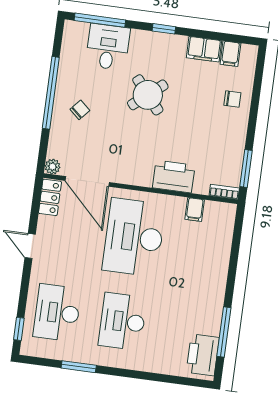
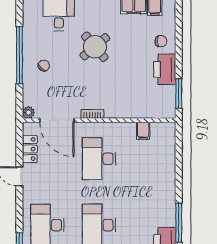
printer: (174, 177) -> (165, 69), moved, turned -90
bookcase: (224, 192) -> (92, 114), moved
locker: (50, 197) -> (30, 149), moved
desk: (134, 237) -> (99, 159), width x0.73, depth x0.77

